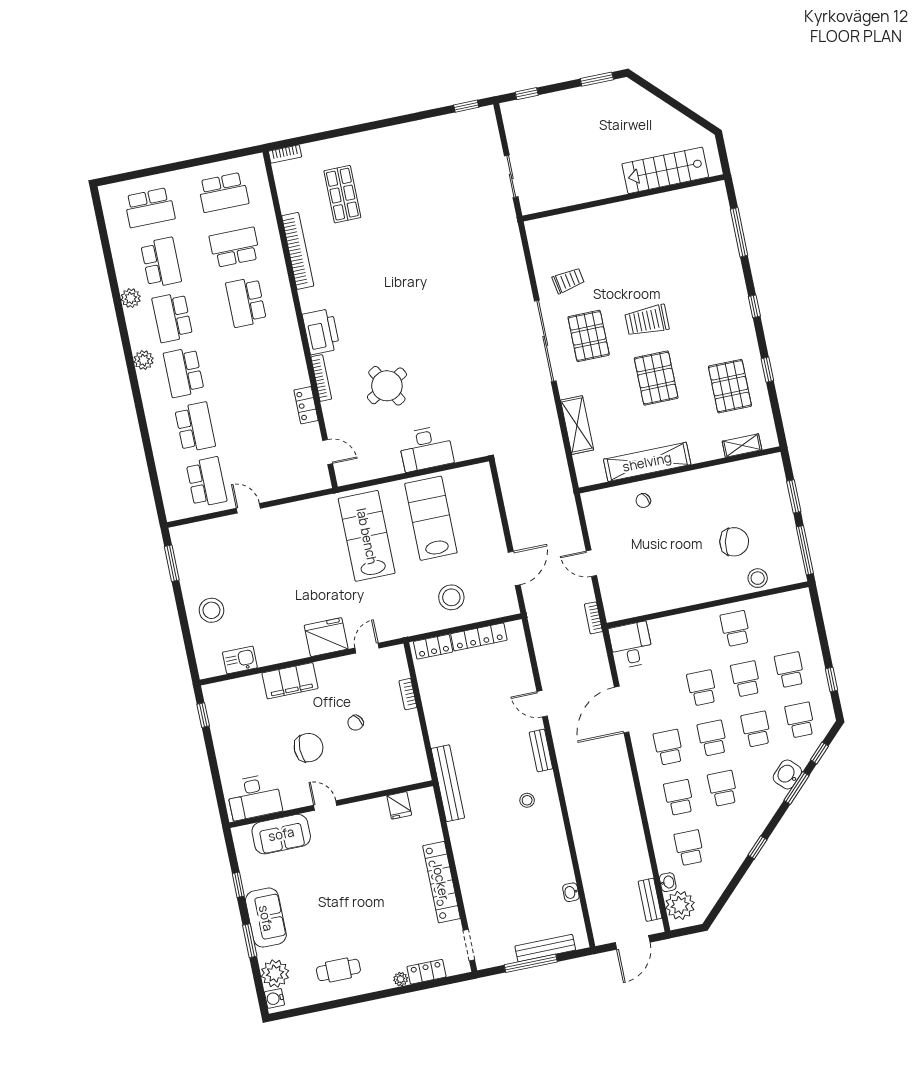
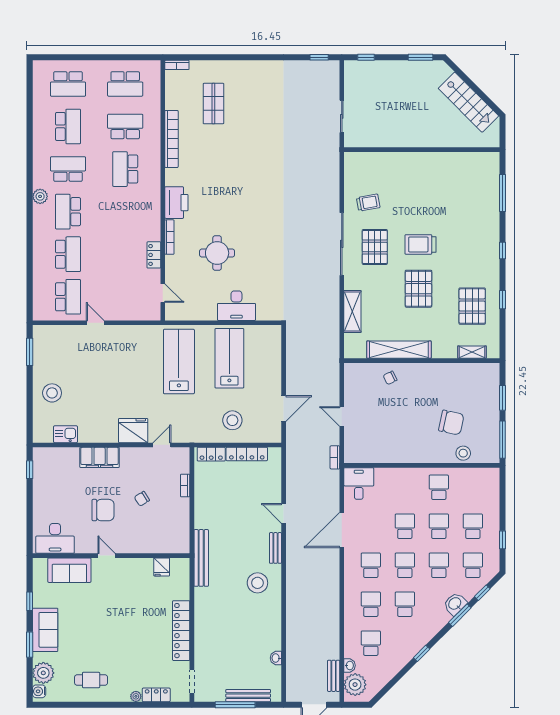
stairs: (665, 170) -> (468, 102), moved, turned -135
plant: (131, 298) -> (40, 148), removed
school desk: (172, 317) -> (68, 169), turned 90
round table: (387, 386) -> (217, 253), turned 30
stool: (527, 800) -> (257, 583), width x1.89, depth x1.89

